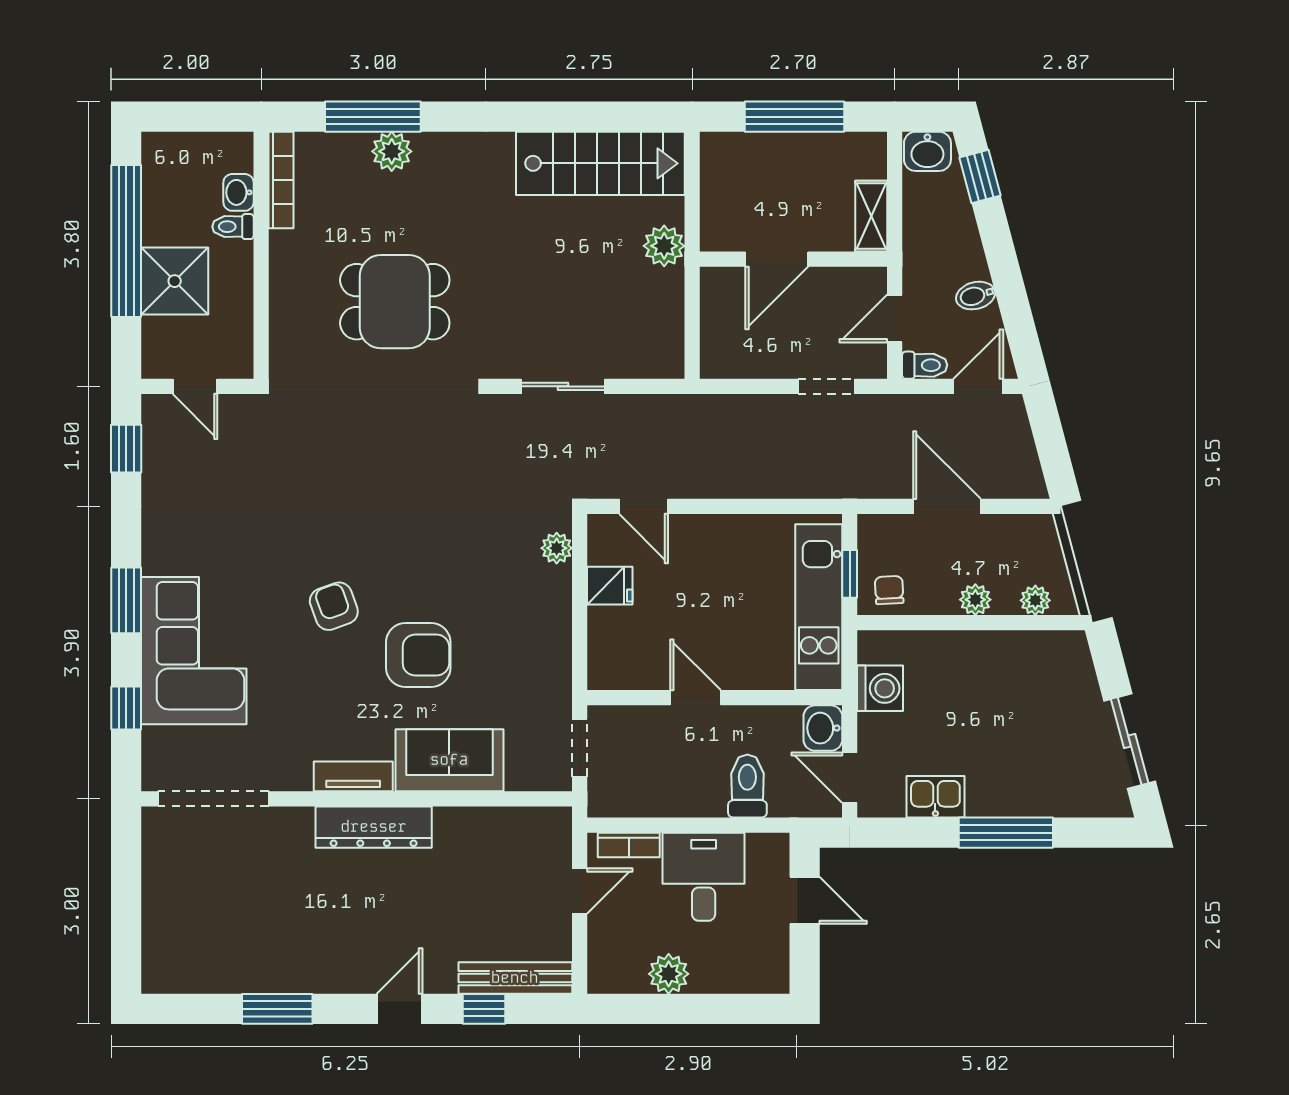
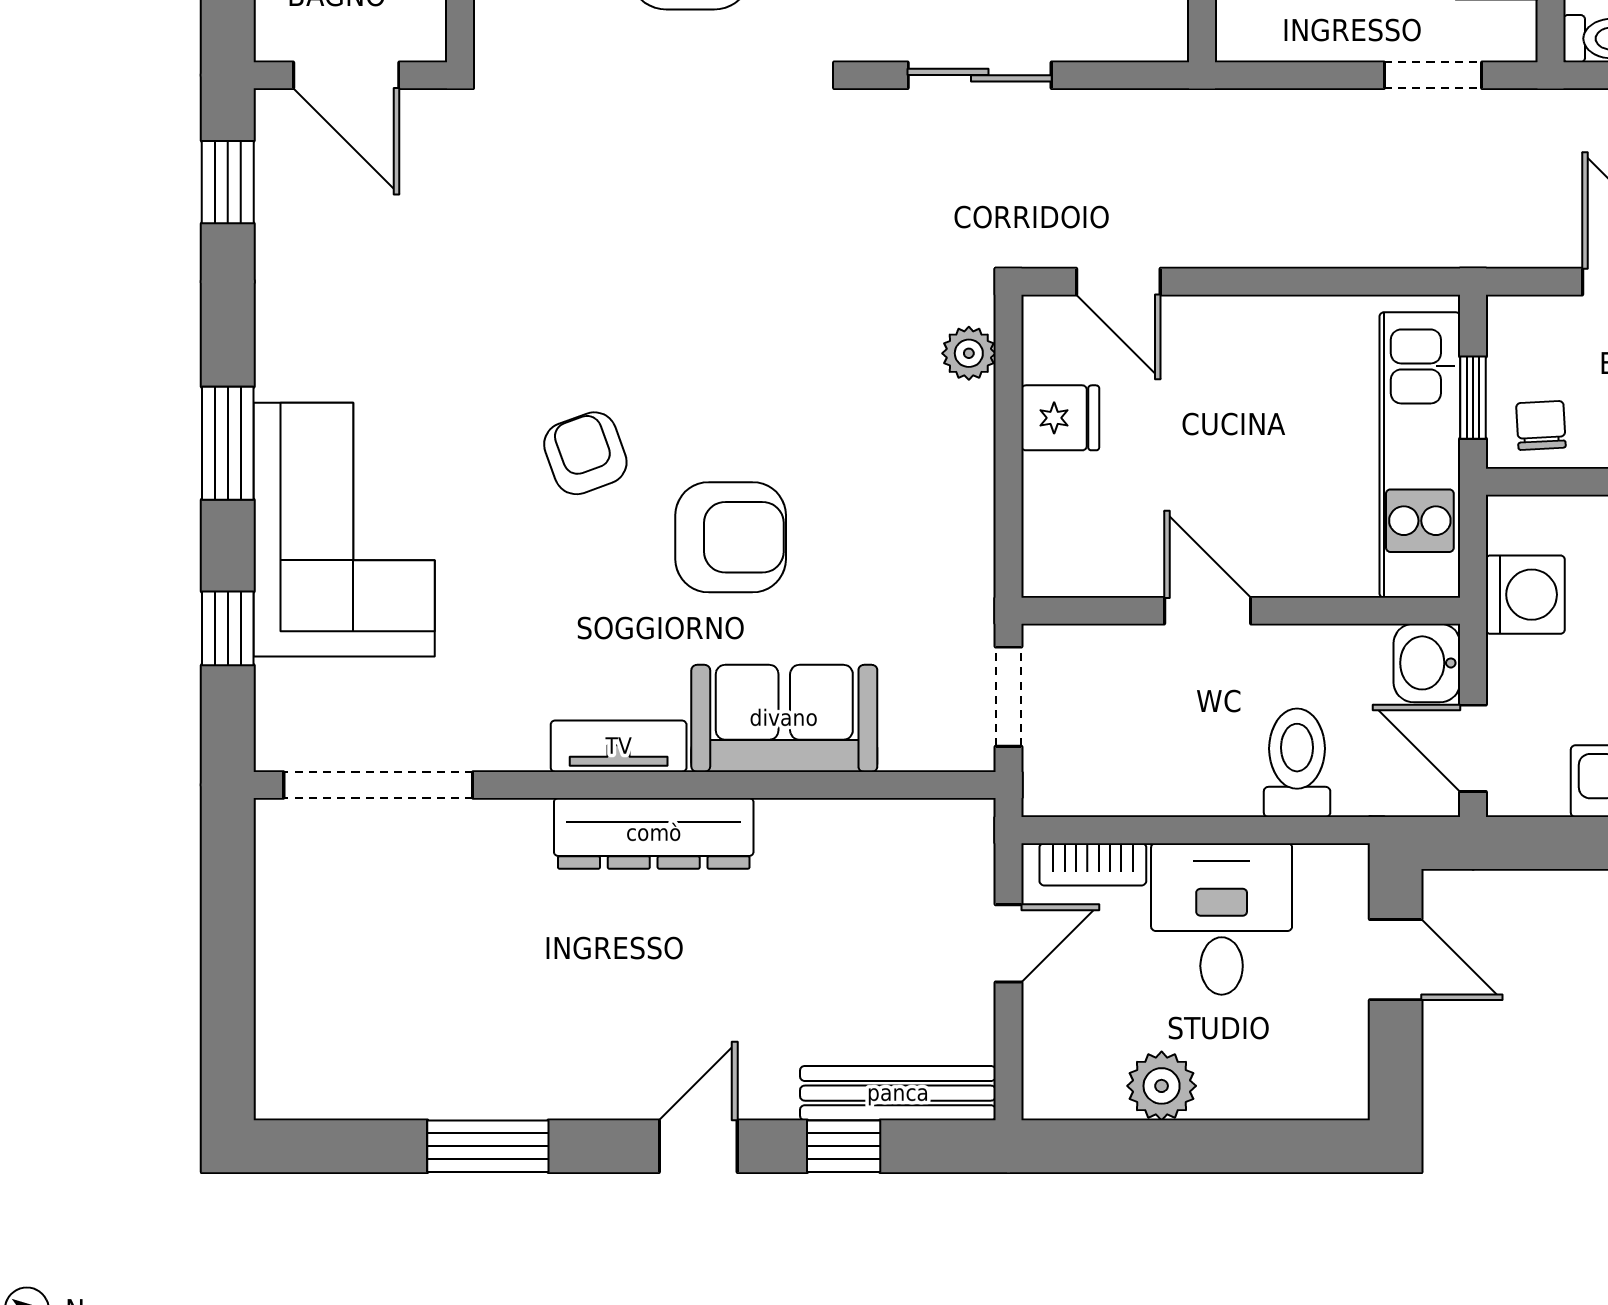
door: (195, 386) -> (346, 75), width x1.38

